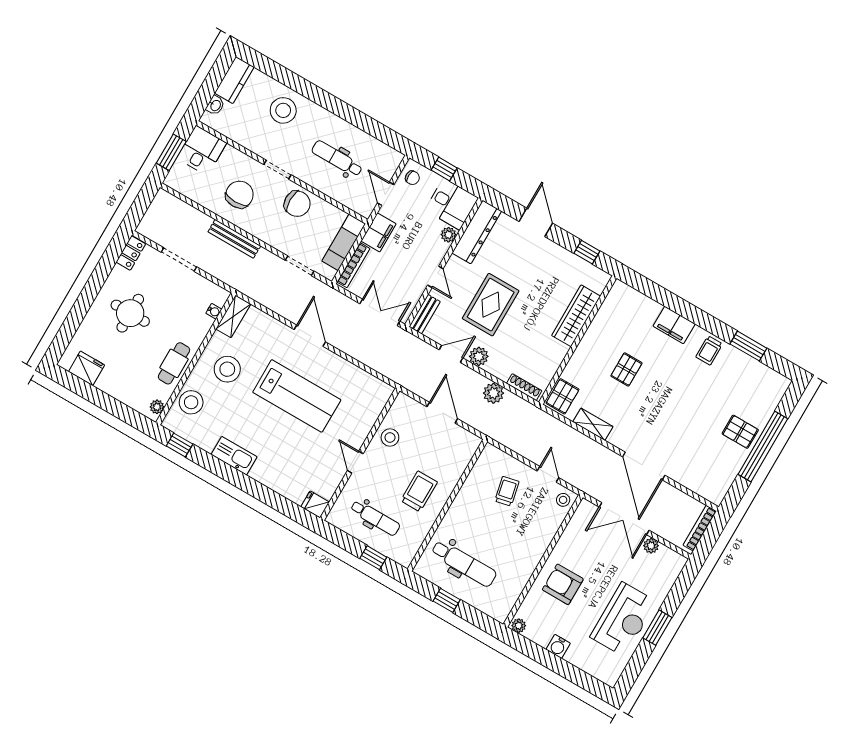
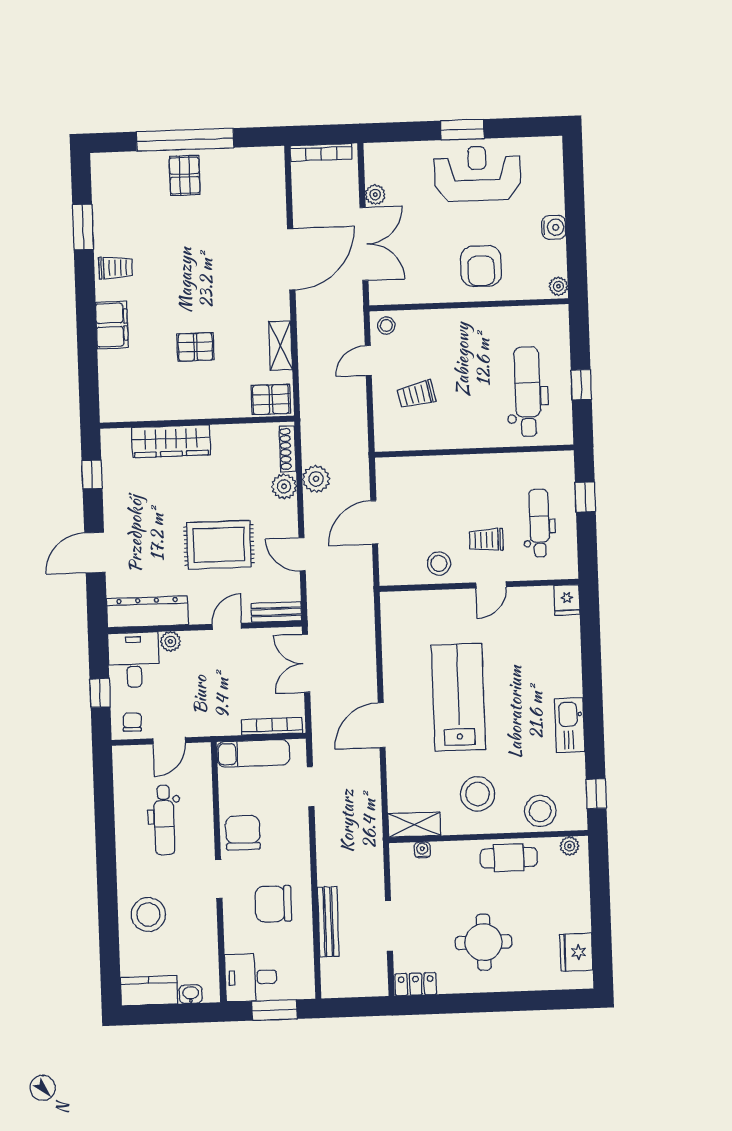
filing cabinet: (378, 232) -> (218, 722), removed
bench: (234, 239) -> (328, 922), moved
plant: (479, 356) -> (284, 486), moved
trolley: (419, 491) -> (486, 540), moved, width x0.73, depth x0.72

